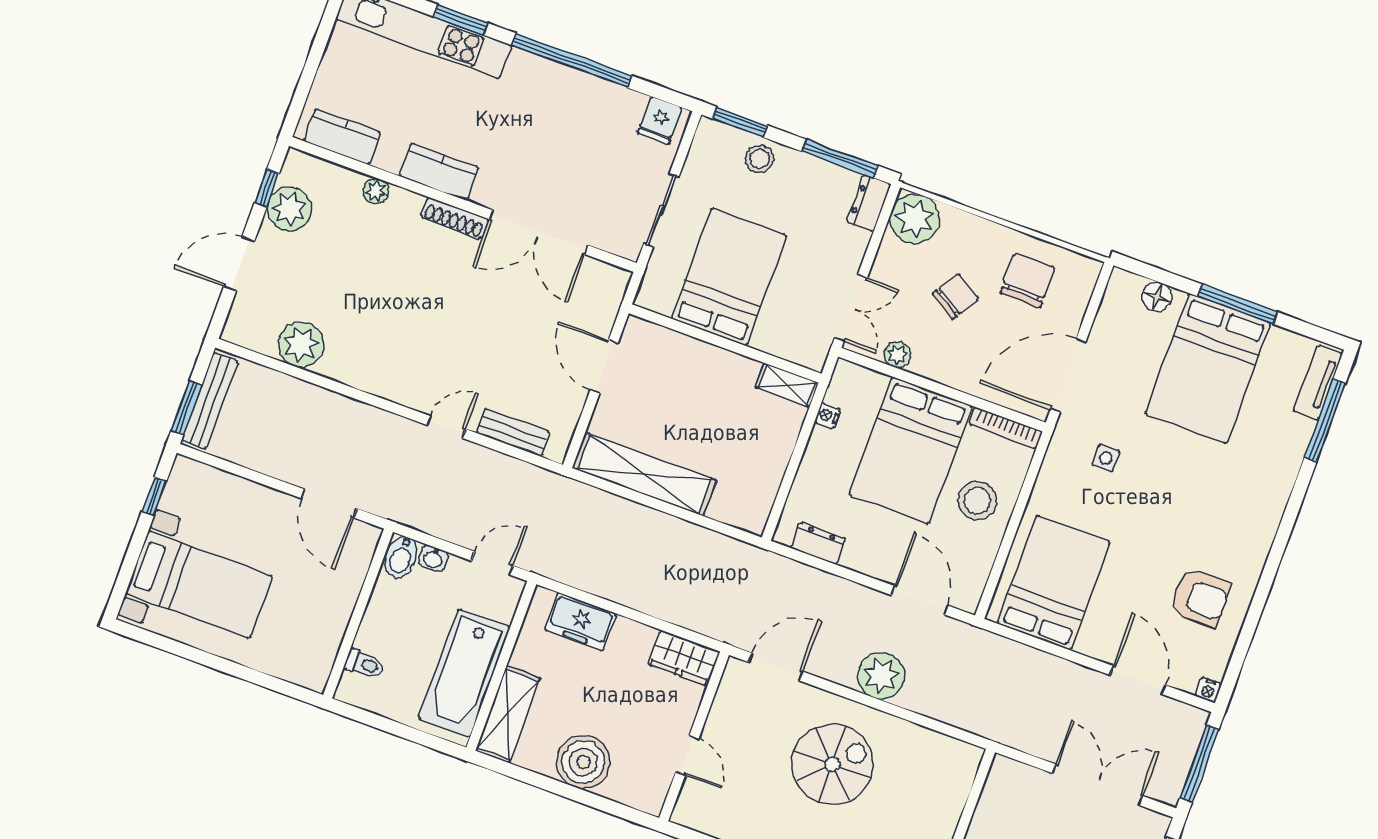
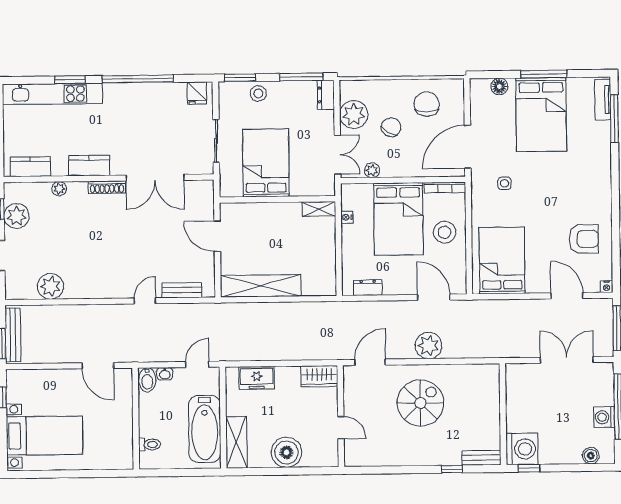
plant: (915, 219) -> (354, 115), moved

